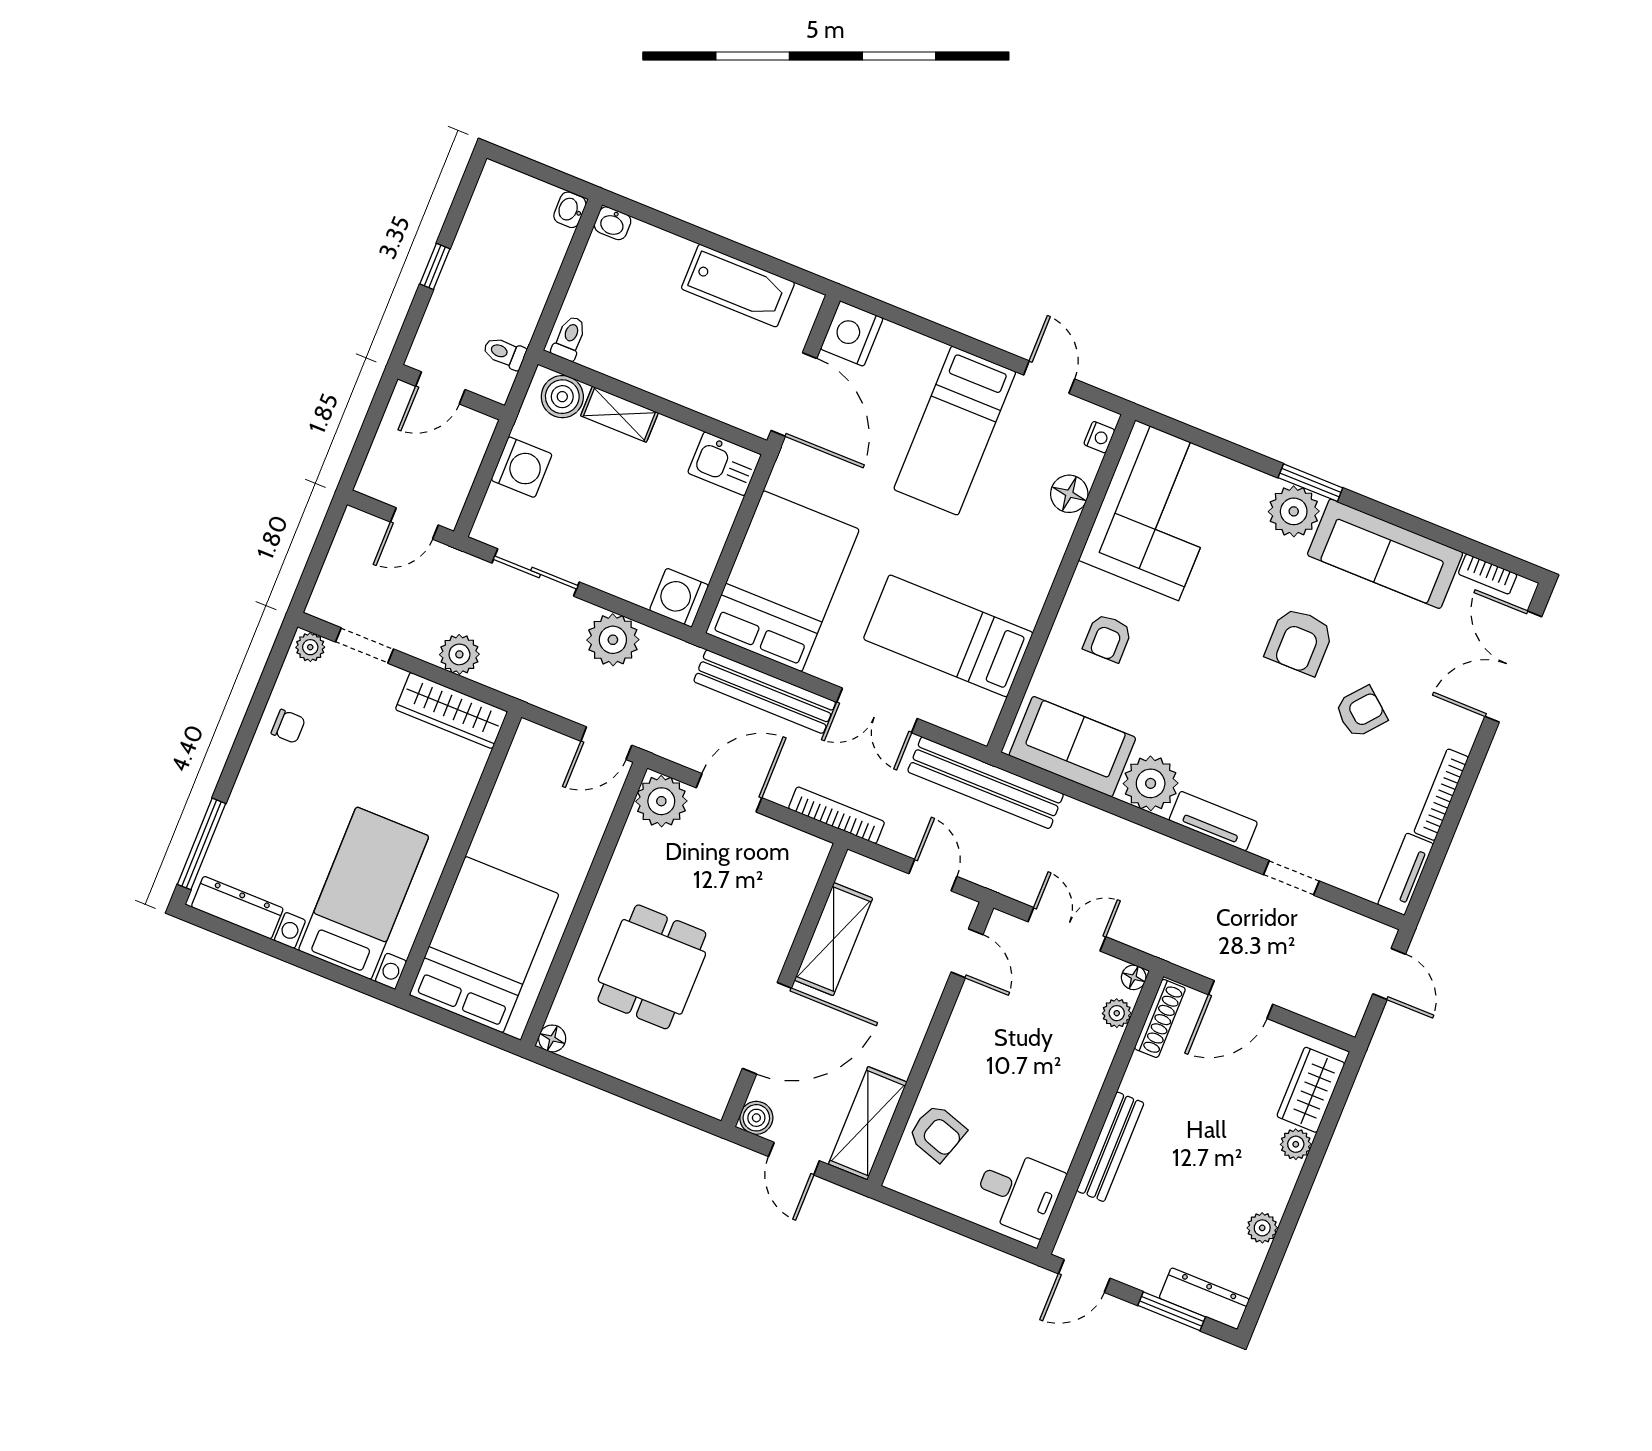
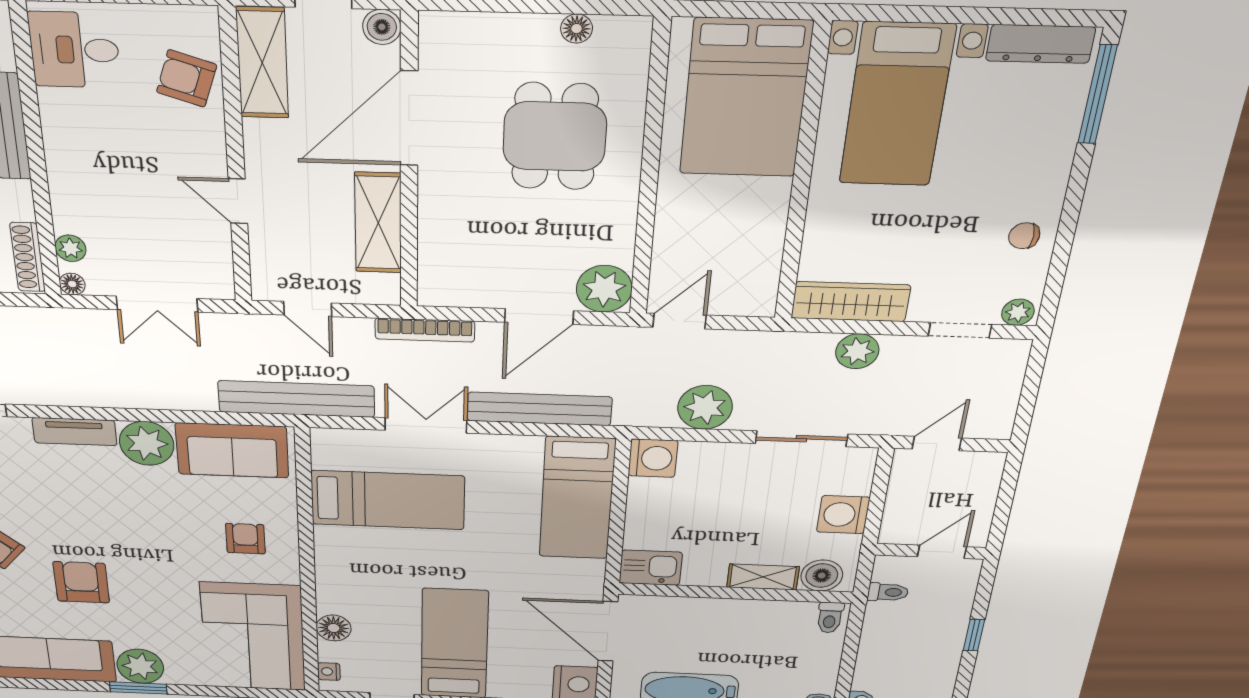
bed: (782, 581) -> (577, 498), width x0.67
door: (967, 953) -> (238, 201), moved
floor lamp: (552, 1039) -> (577, 29), moved

